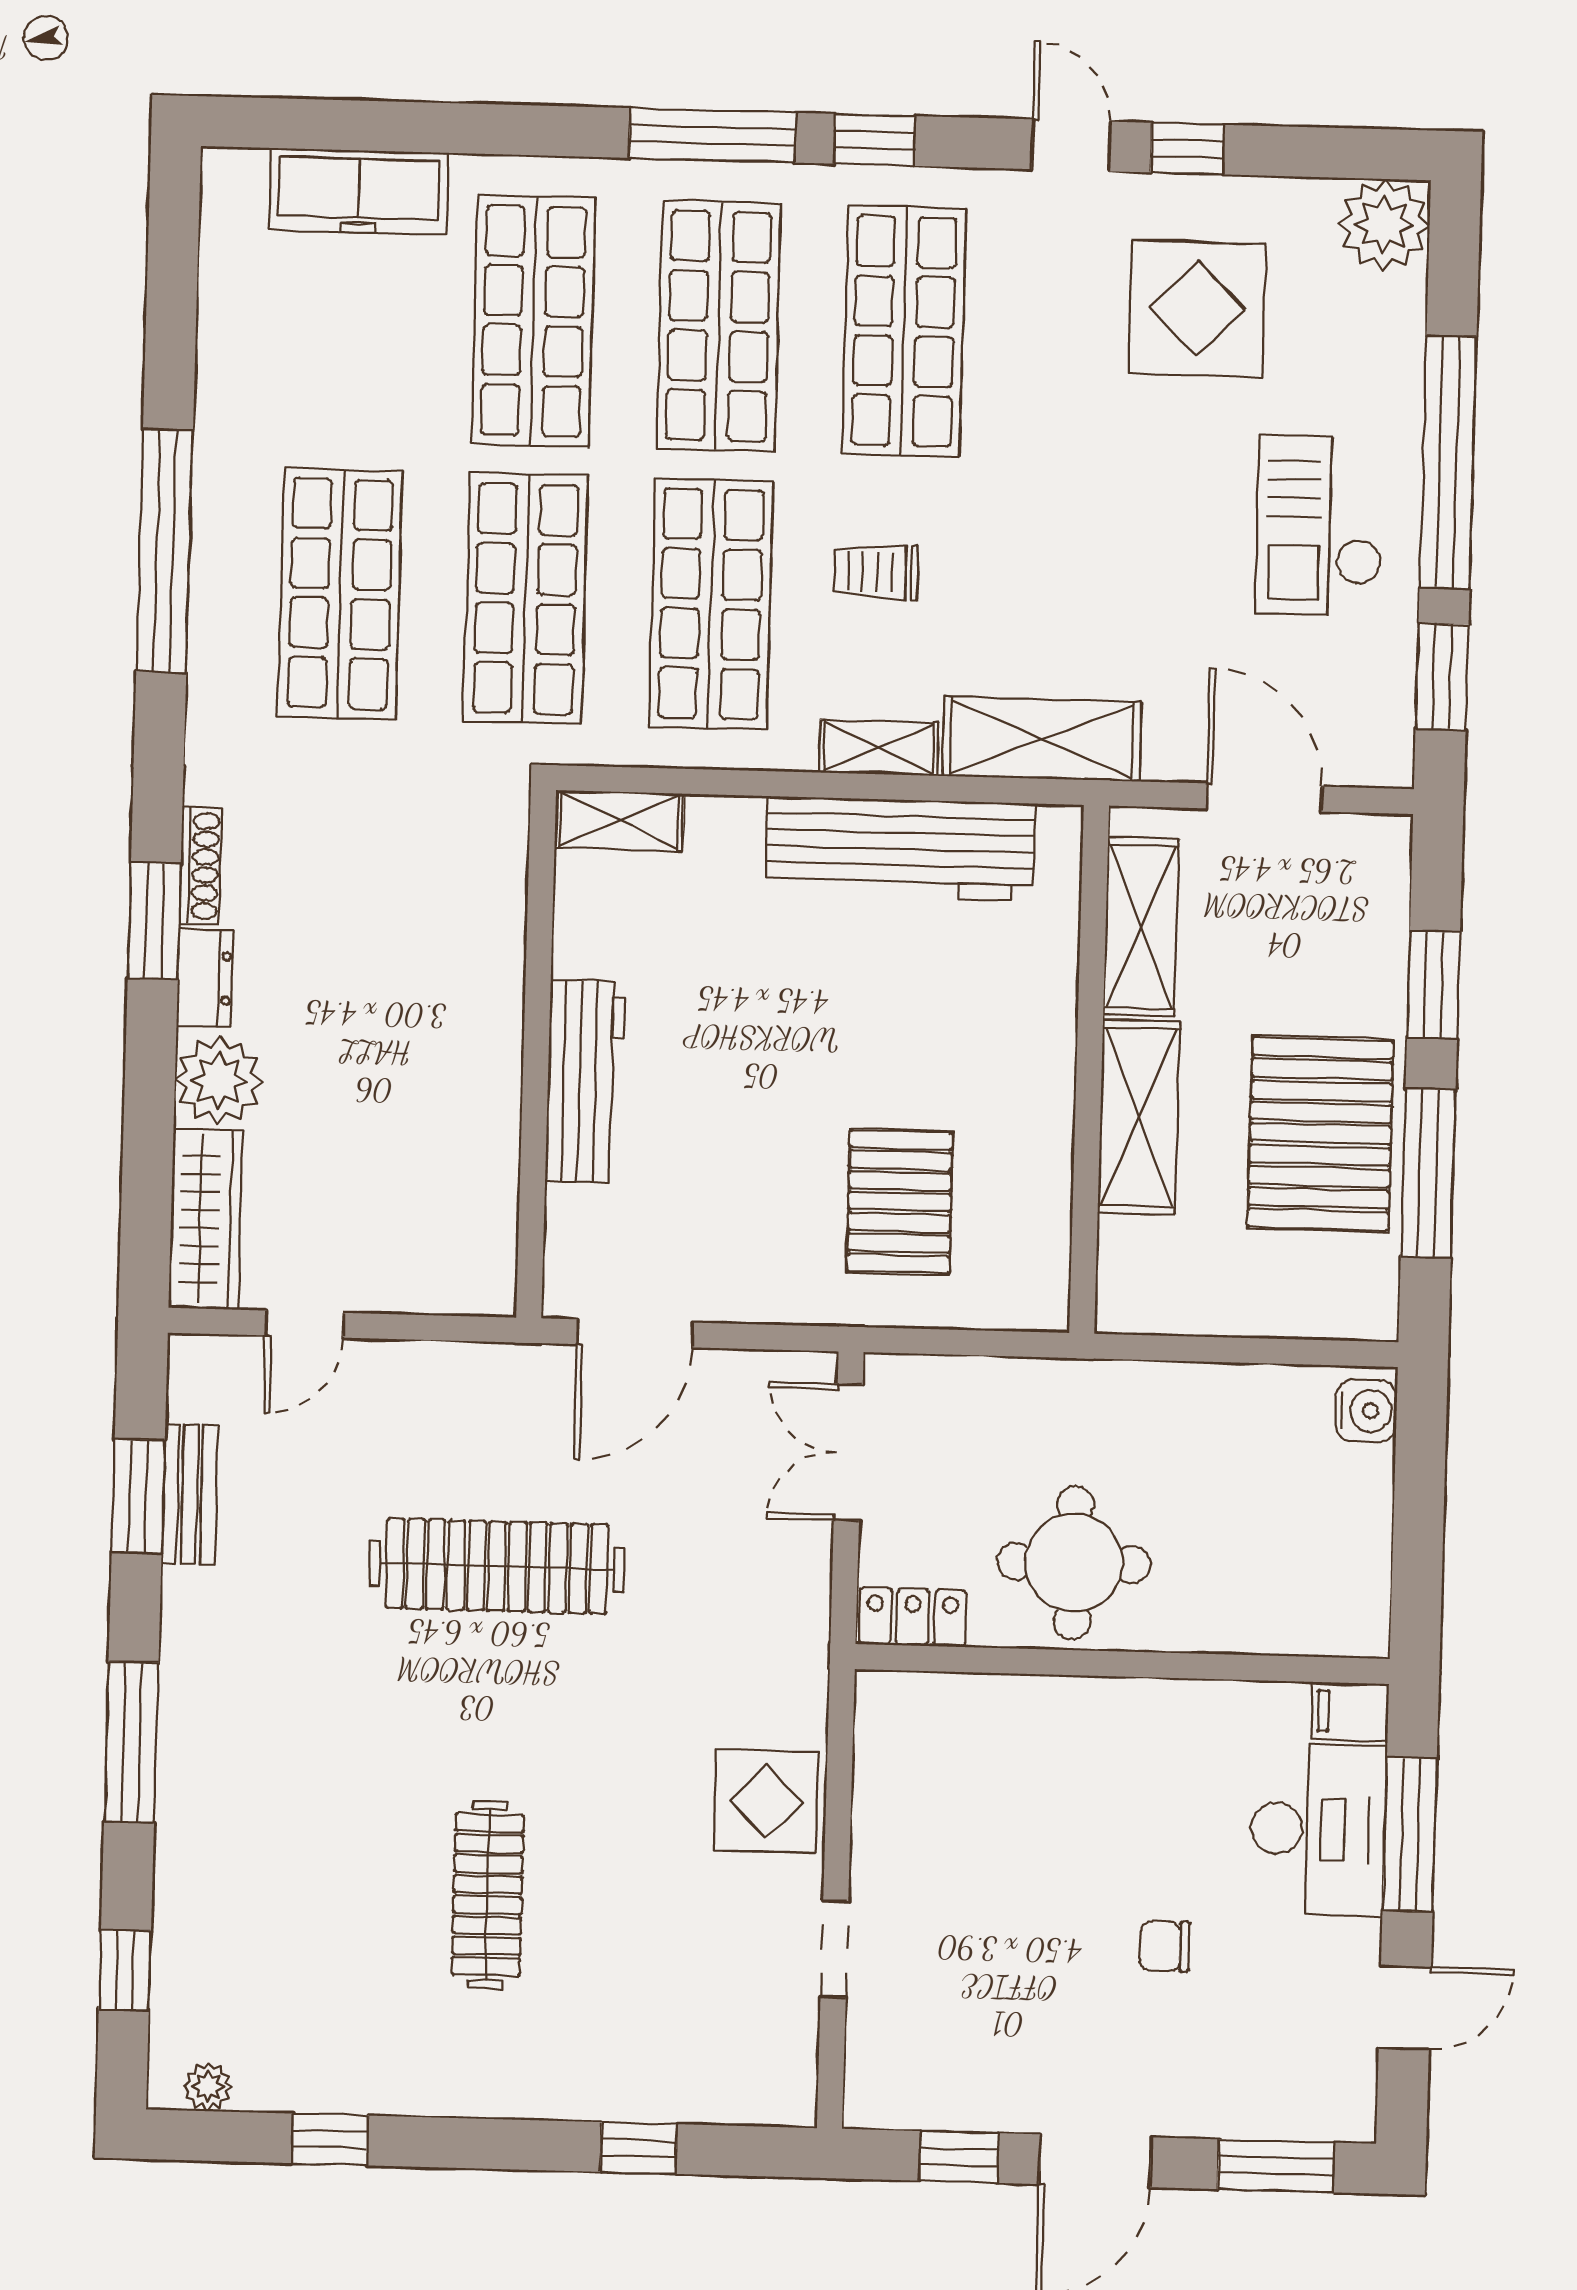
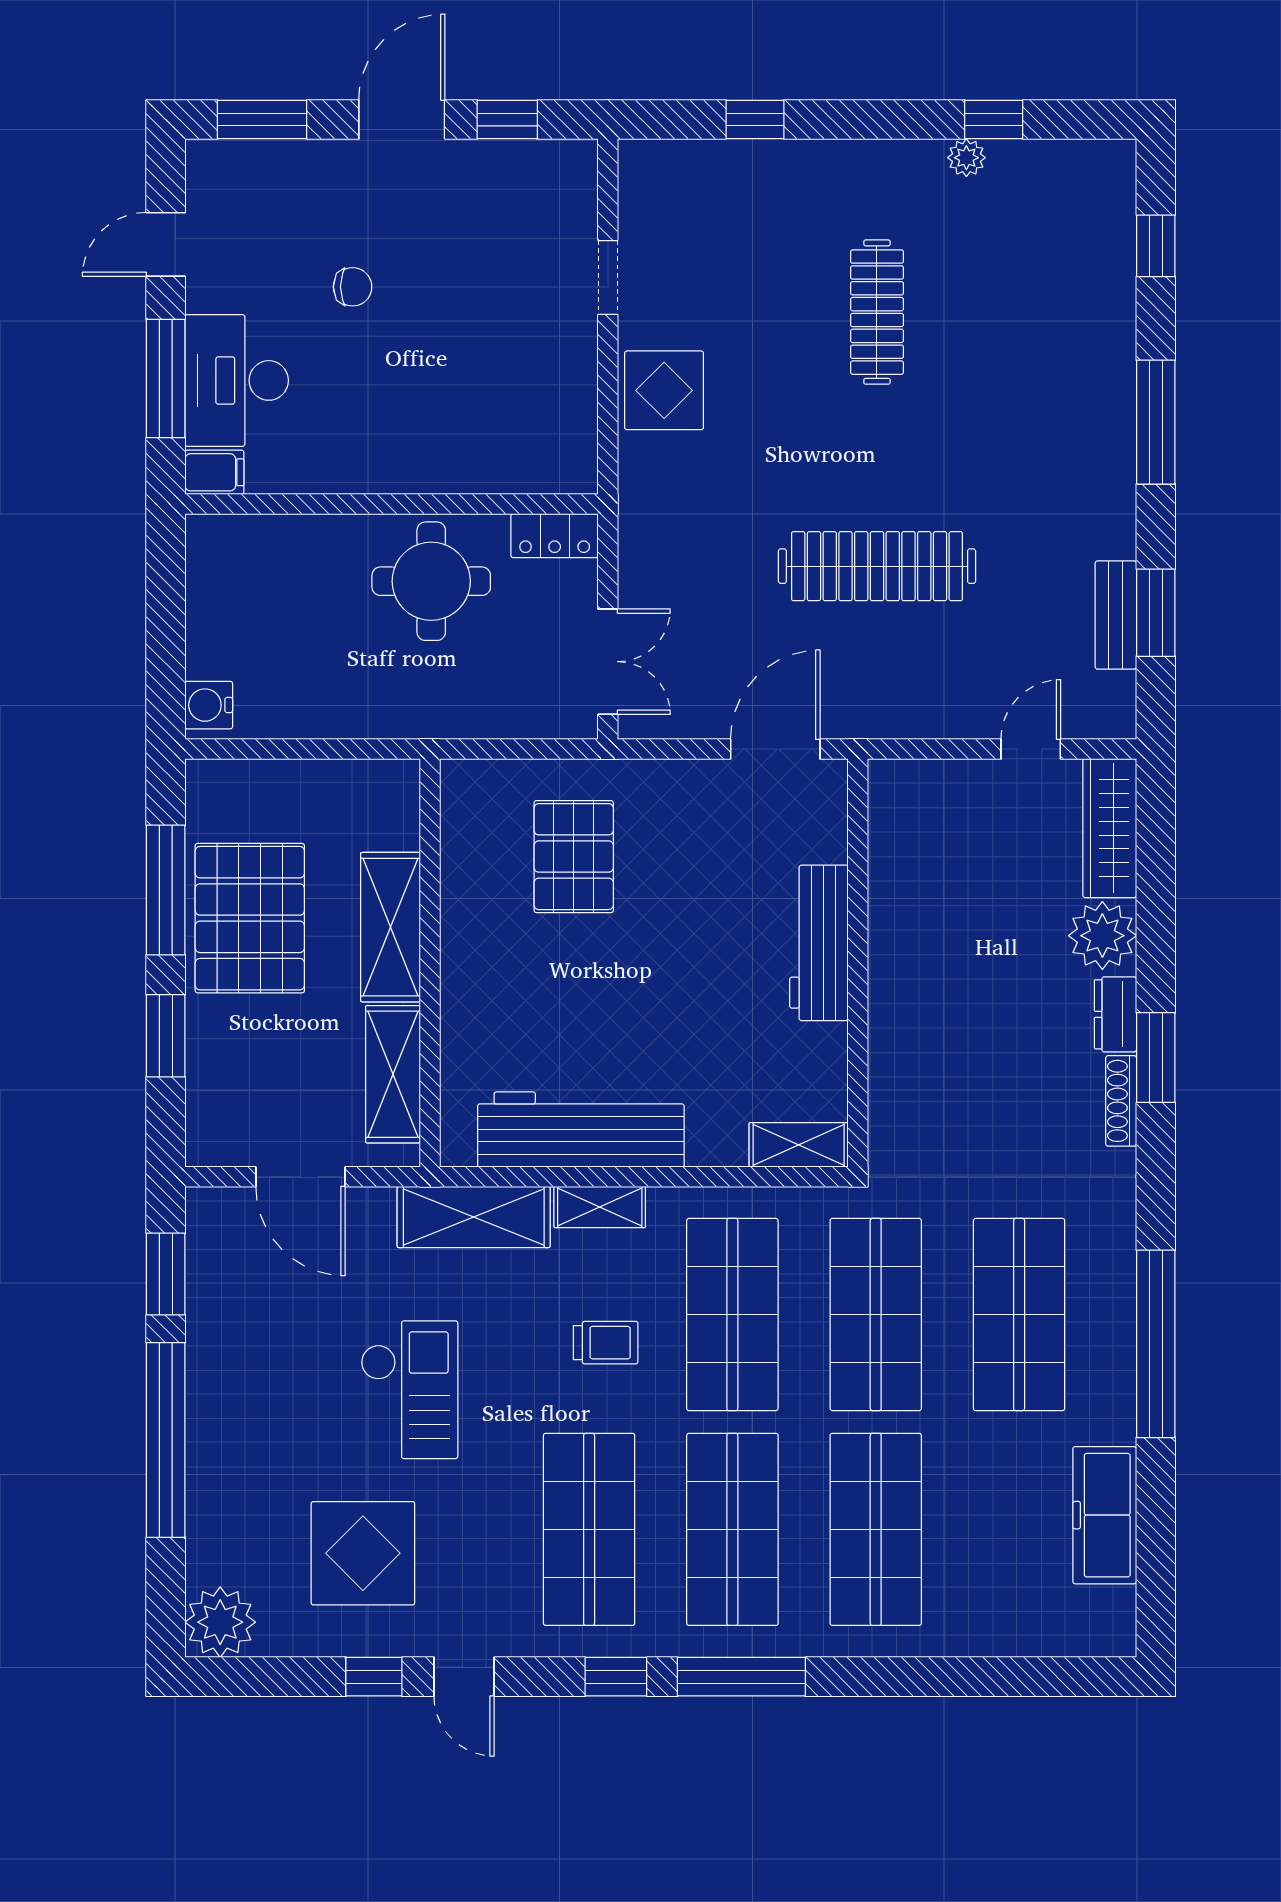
freezer: (359, 192) -> (1105, 1515), moved, turned -90
checkout: (1320, 525) -> (409, 1390), moved
plant: (208, 2087) -> (966, 158), moved

